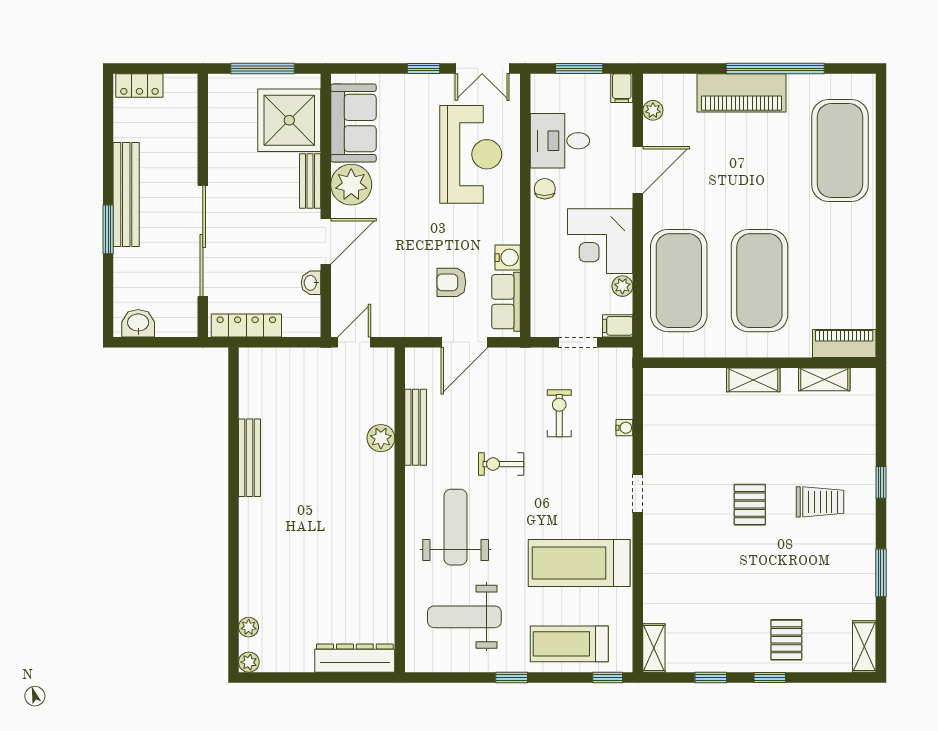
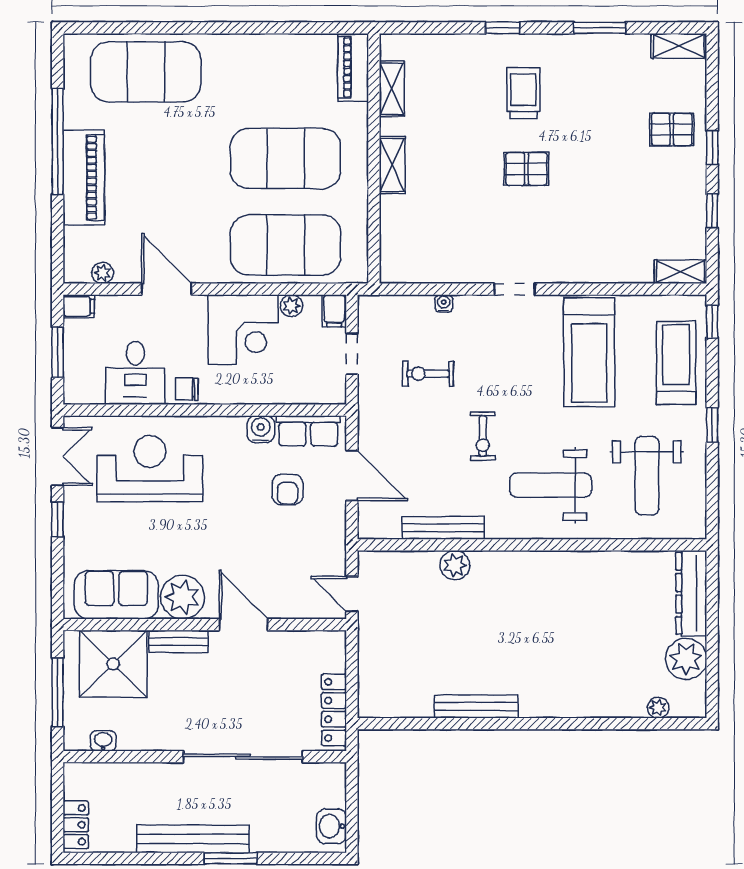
washbasin: (311, 283) -> (103, 741), moved, turned 180
treadmill: (569, 644) -> (676, 363), turned 180
plant: (249, 662) -> (686, 659), moved, width x1.88, depth x1.88

